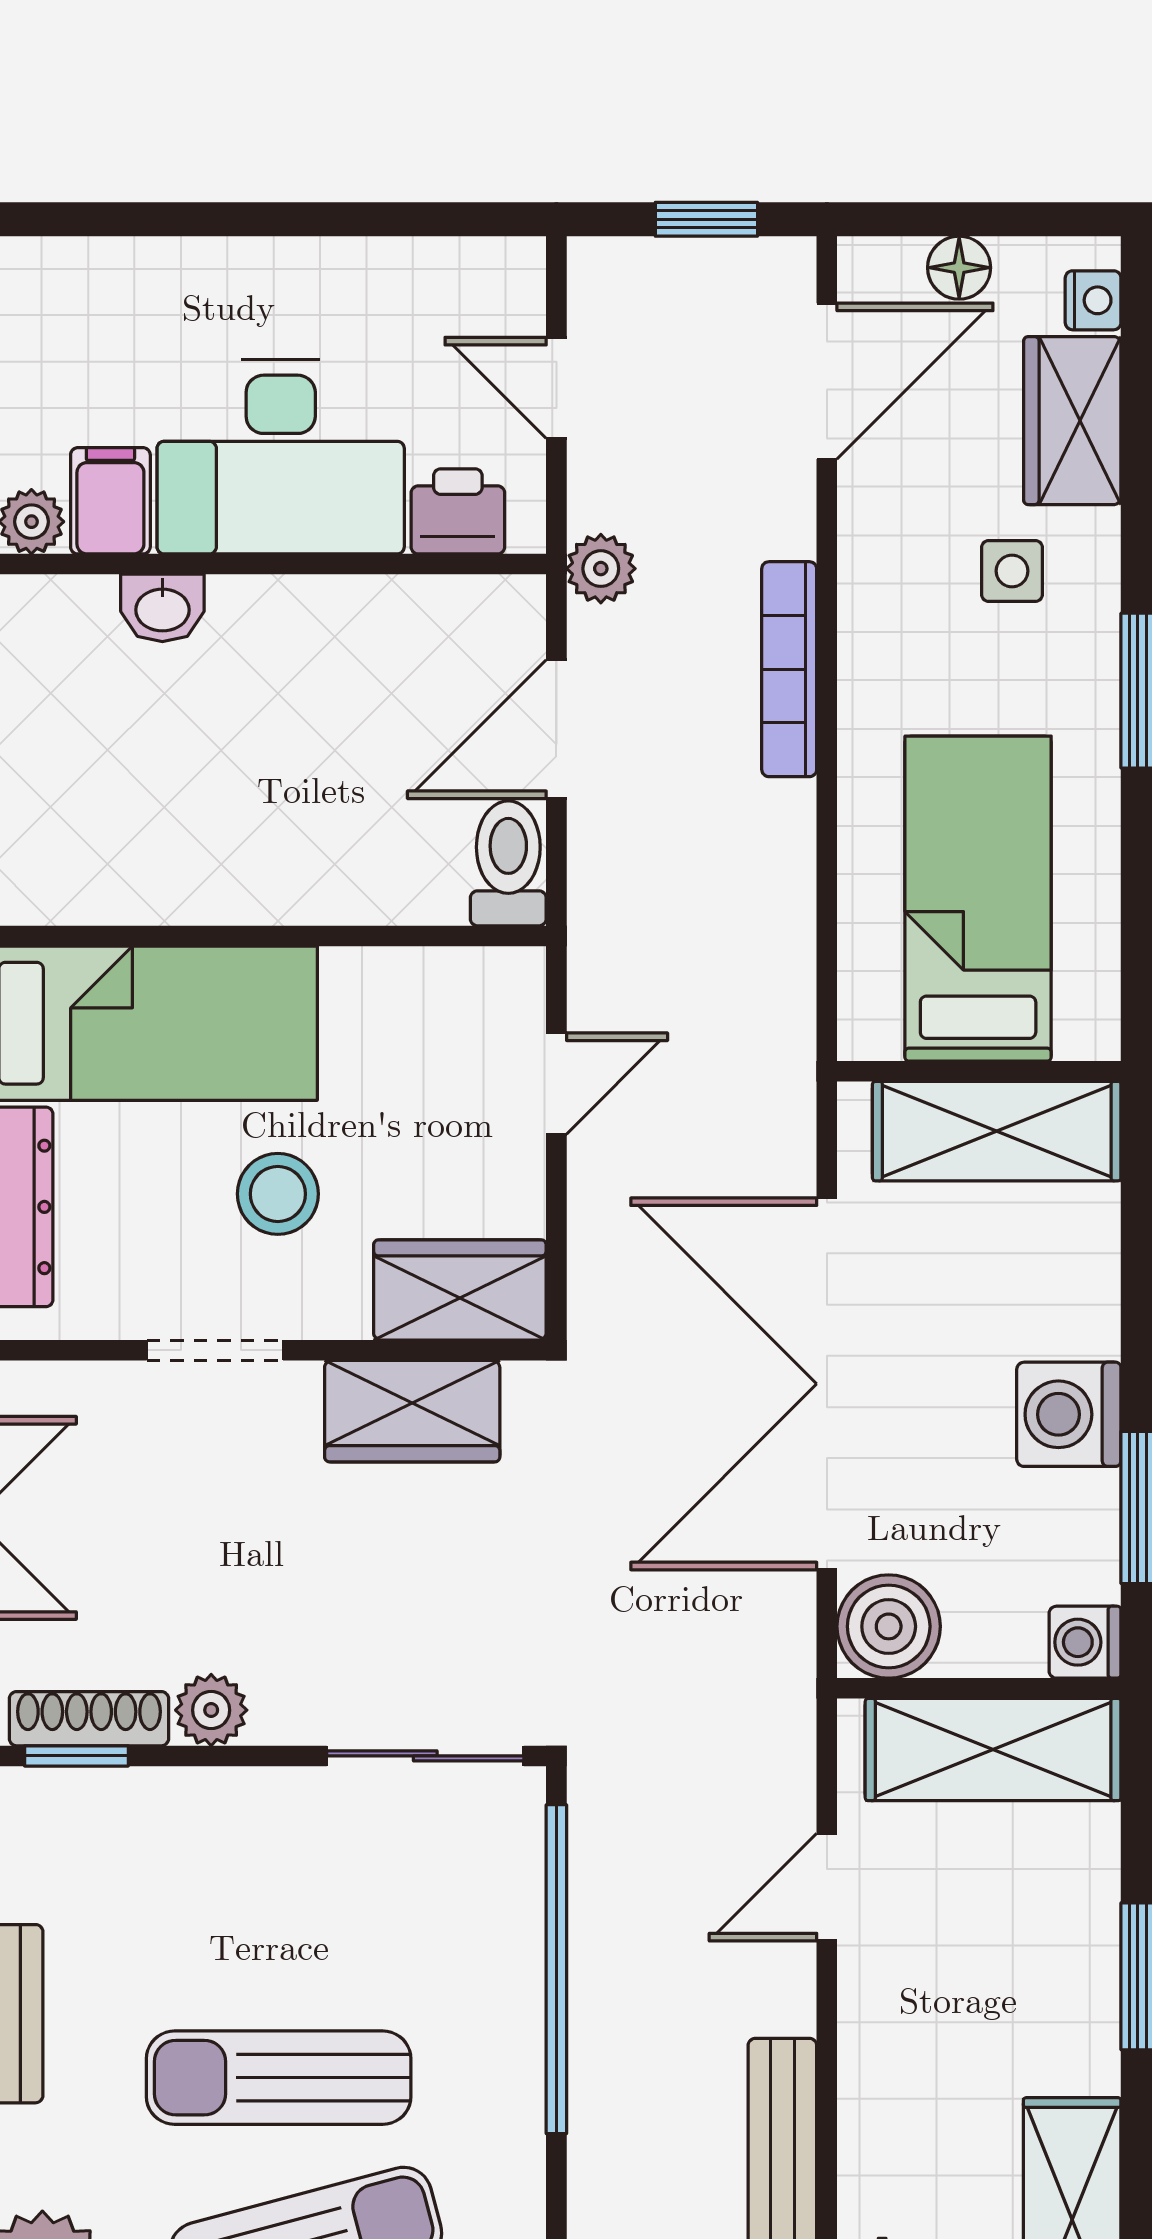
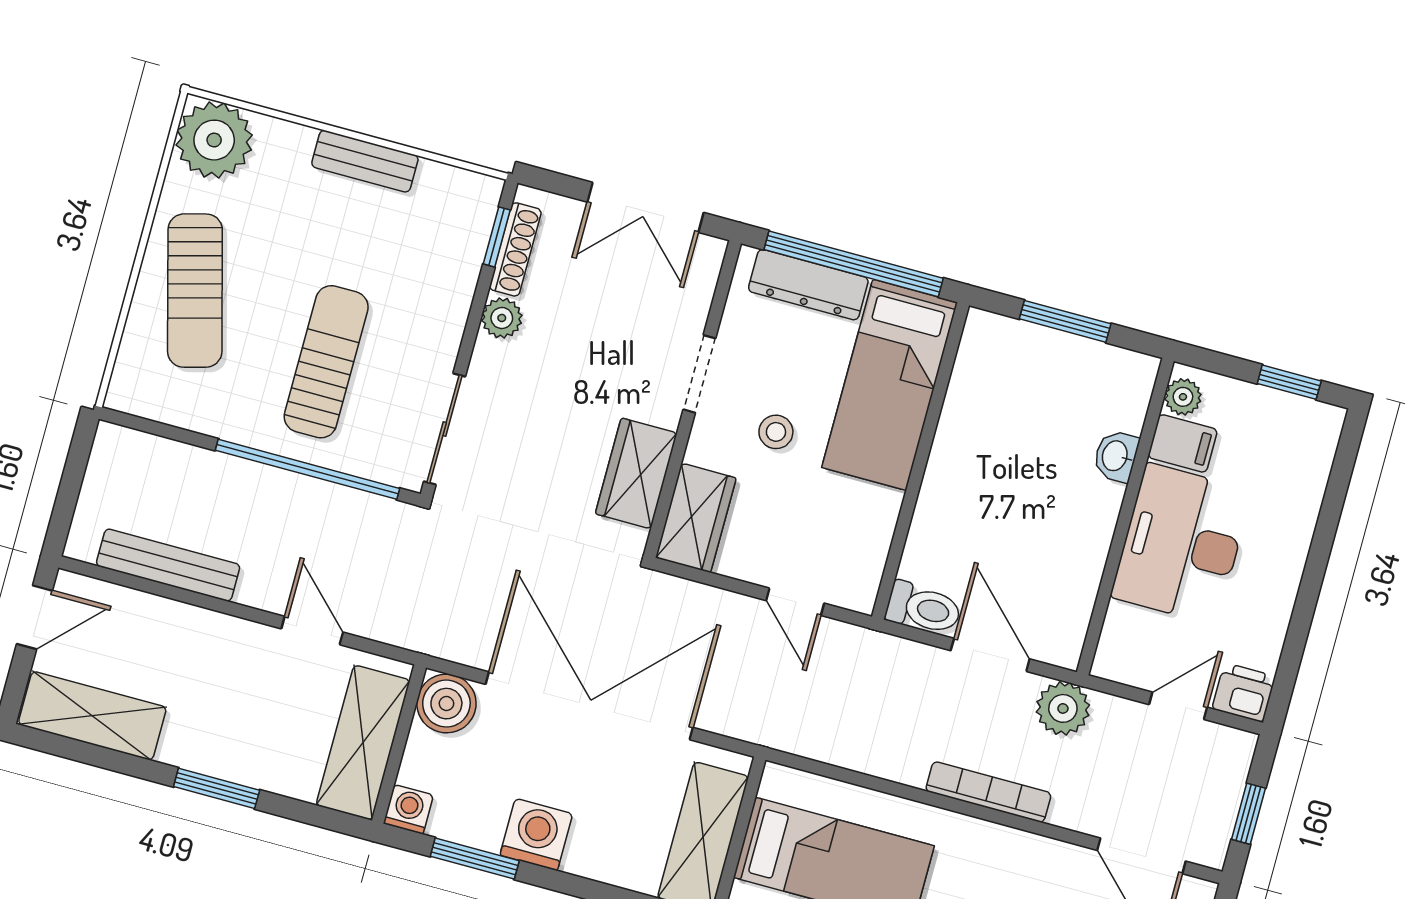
printer: (458, 511) -> (1244, 693), moved, turned -90
plant: (601, 569) -> (1063, 708), width x1.38, depth x1.38
stool: (278, 1194) -> (776, 432), width x0.73, depth x0.73
sun lounger: (279, 2078) -> (326, 362), moved

